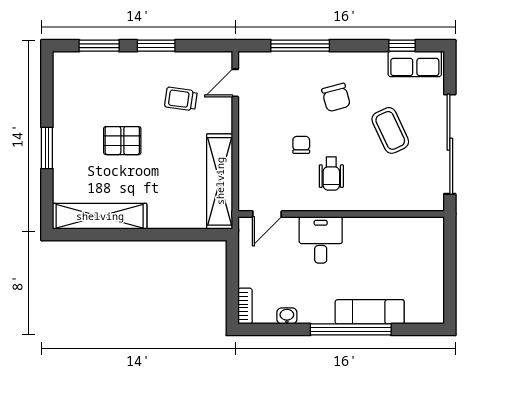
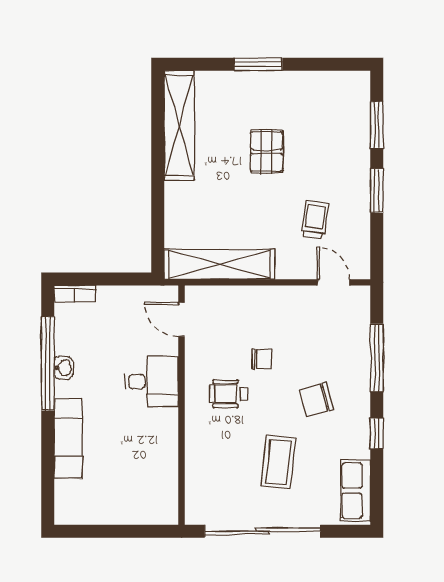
window: (402, 46) -> (377, 433), moved
coffee table: (390, 130) -> (278, 462), turned -59
washbasin: (287, 316) -> (63, 368), moved
window: (351, 329) -> (48, 364), moved

